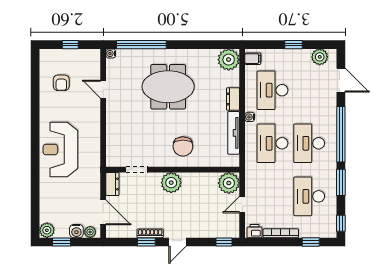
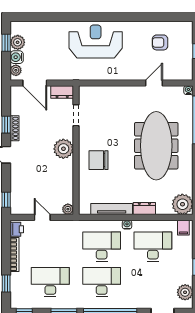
meeting table: (168, 87) -> (156, 146), width x1.36
plant: (229, 183) -> (68, 209), width x0.53, depth x0.53
door: (103, 212) -> (35, 83), hinge flipped
plant: (47, 230) -> (18, 42), moved

